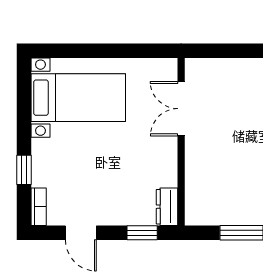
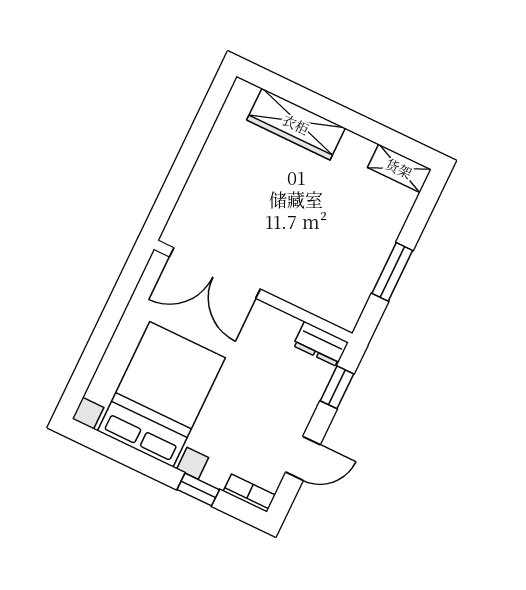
bed with nightstands: (78, 98) -> (161, 394), width x1.36
double door: (181, 109) -> (215, 273), width x1.37

